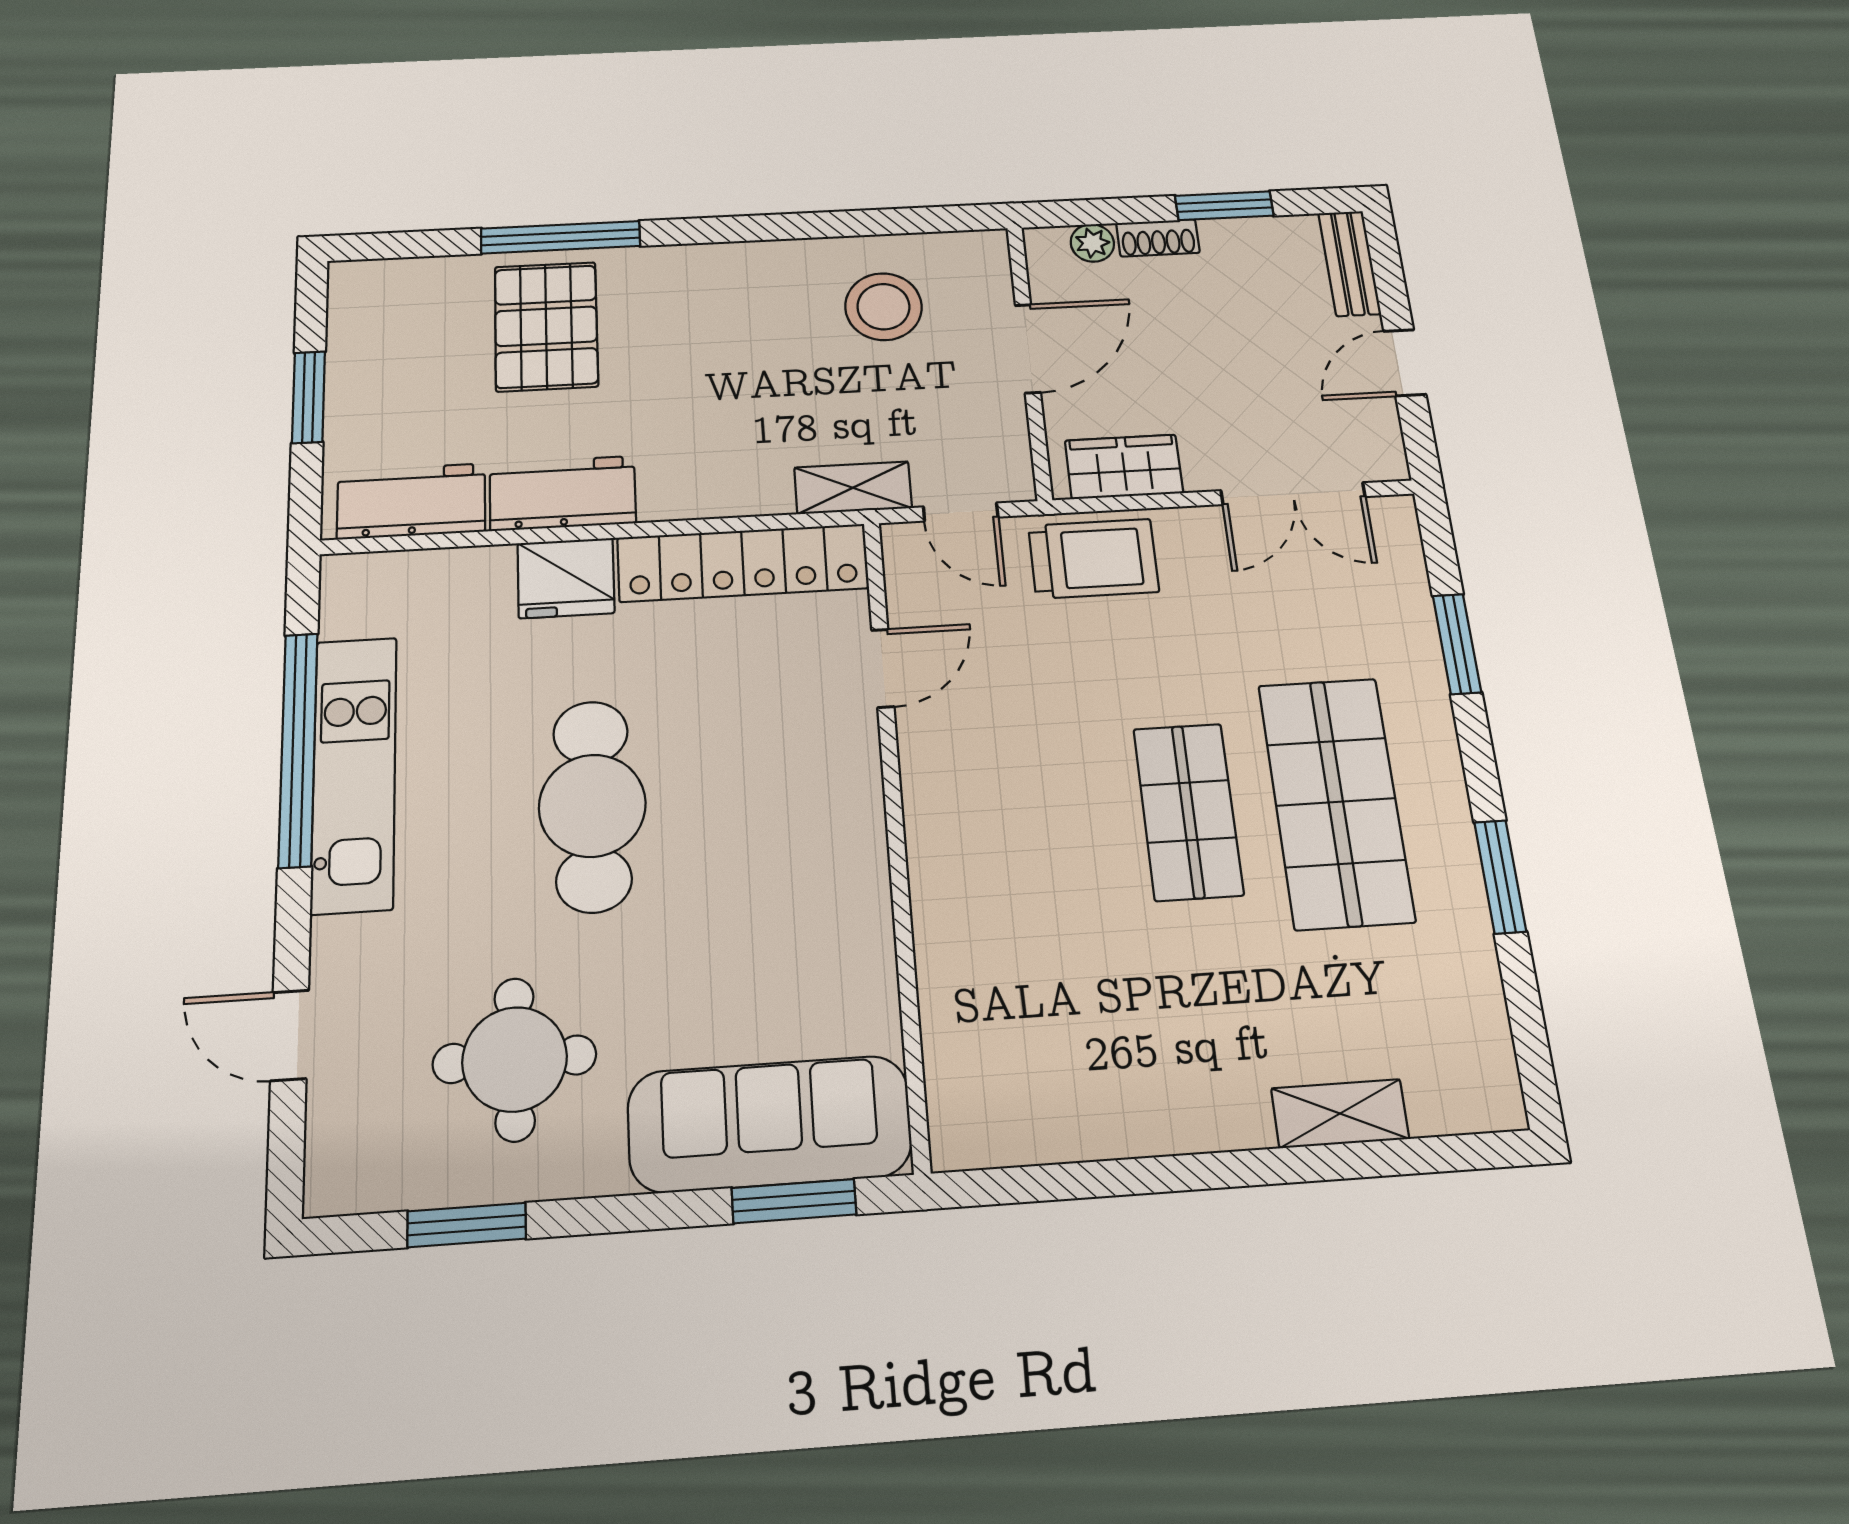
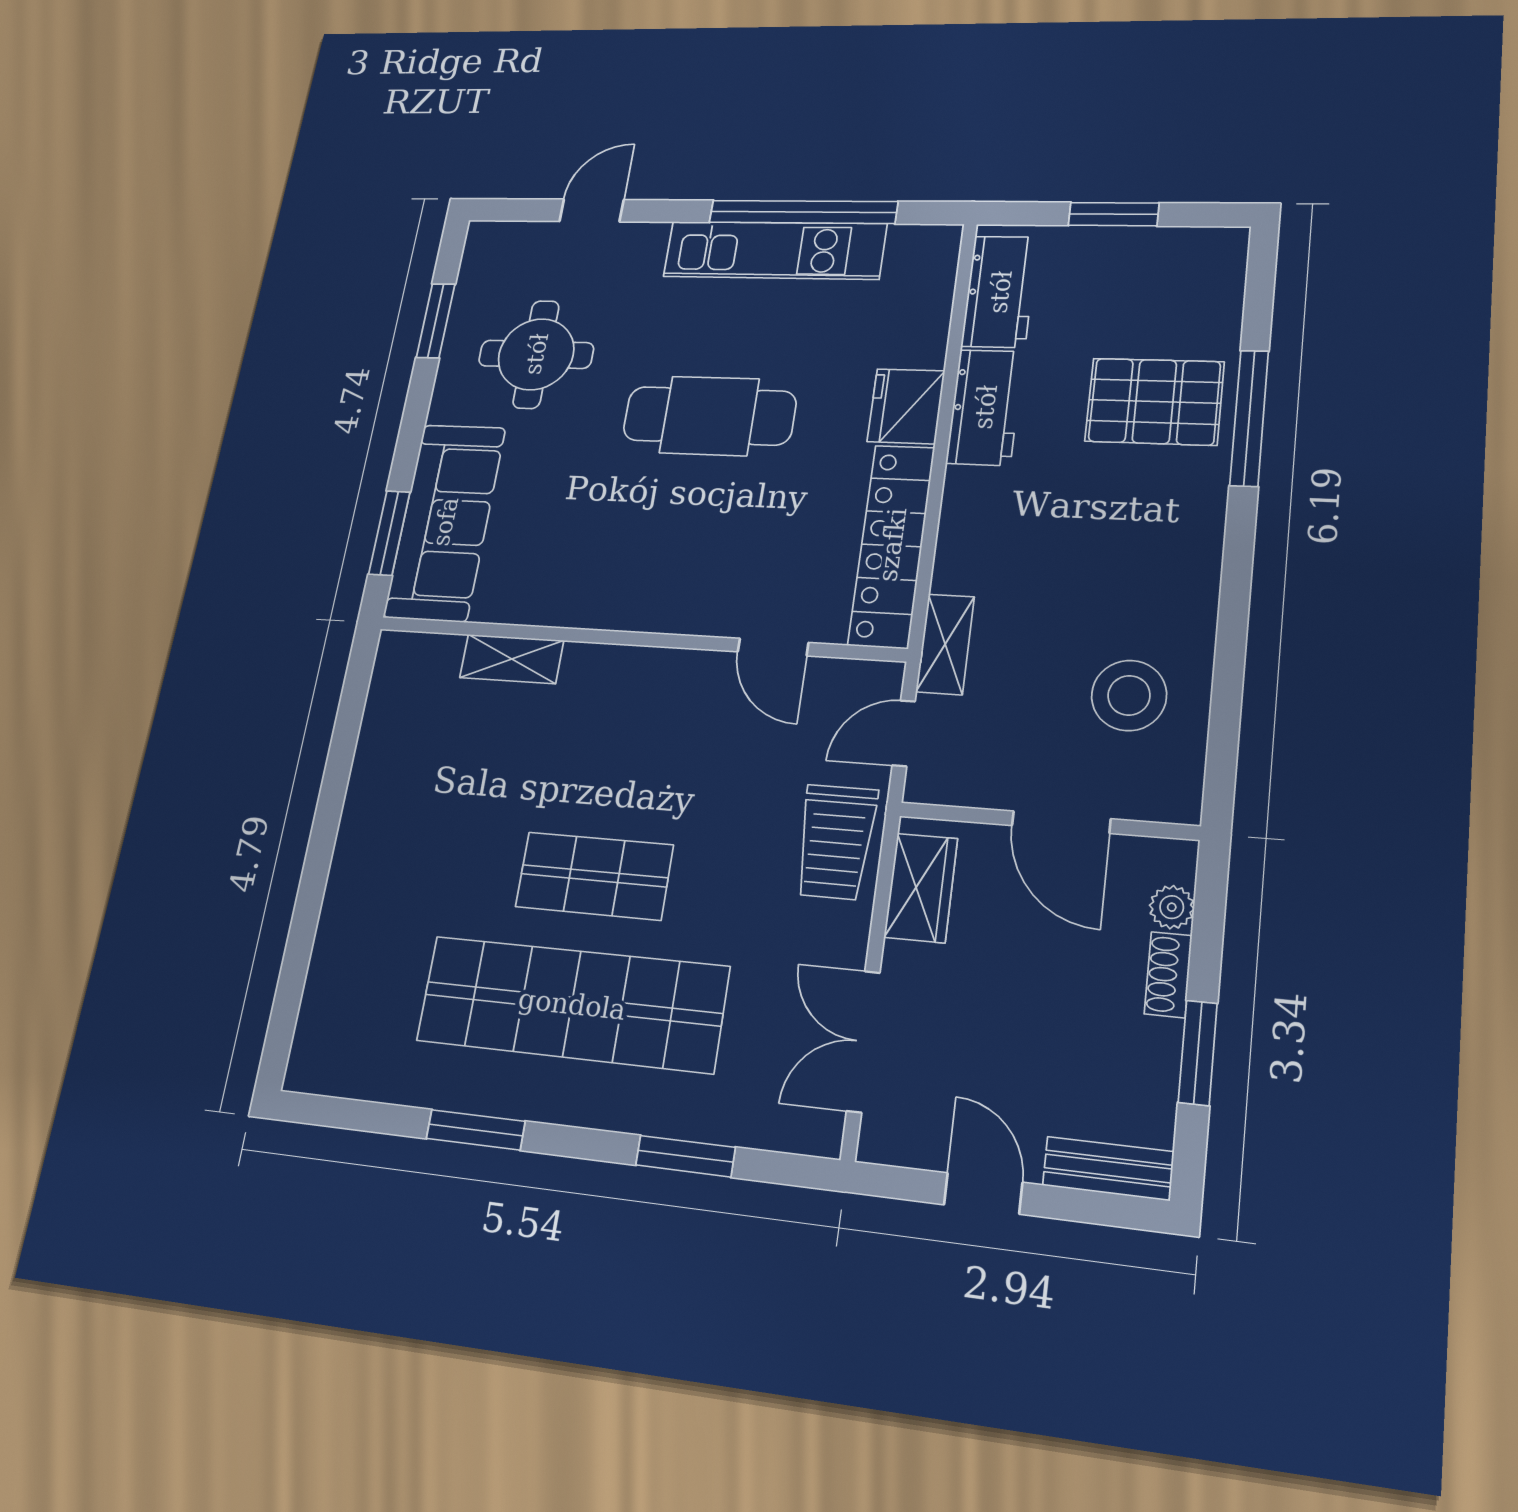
shop shelf: (1336, 802) -> (572, 1004), width x1.40
shelving: (1340, 1114) -> (512, 659), moved, turned 90

